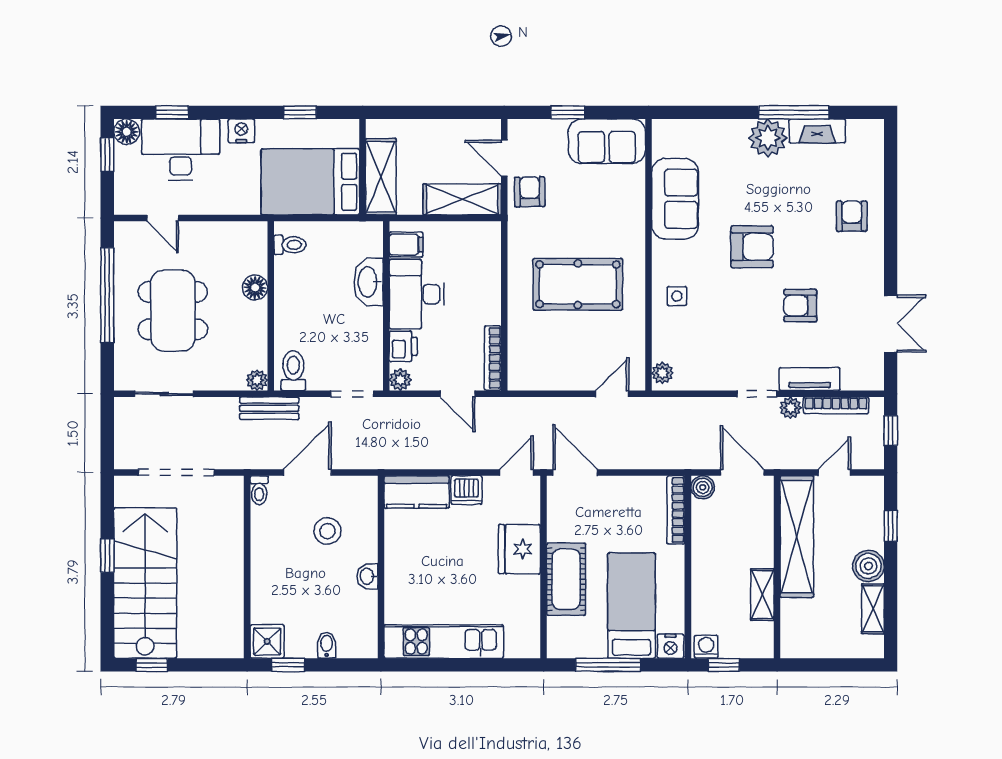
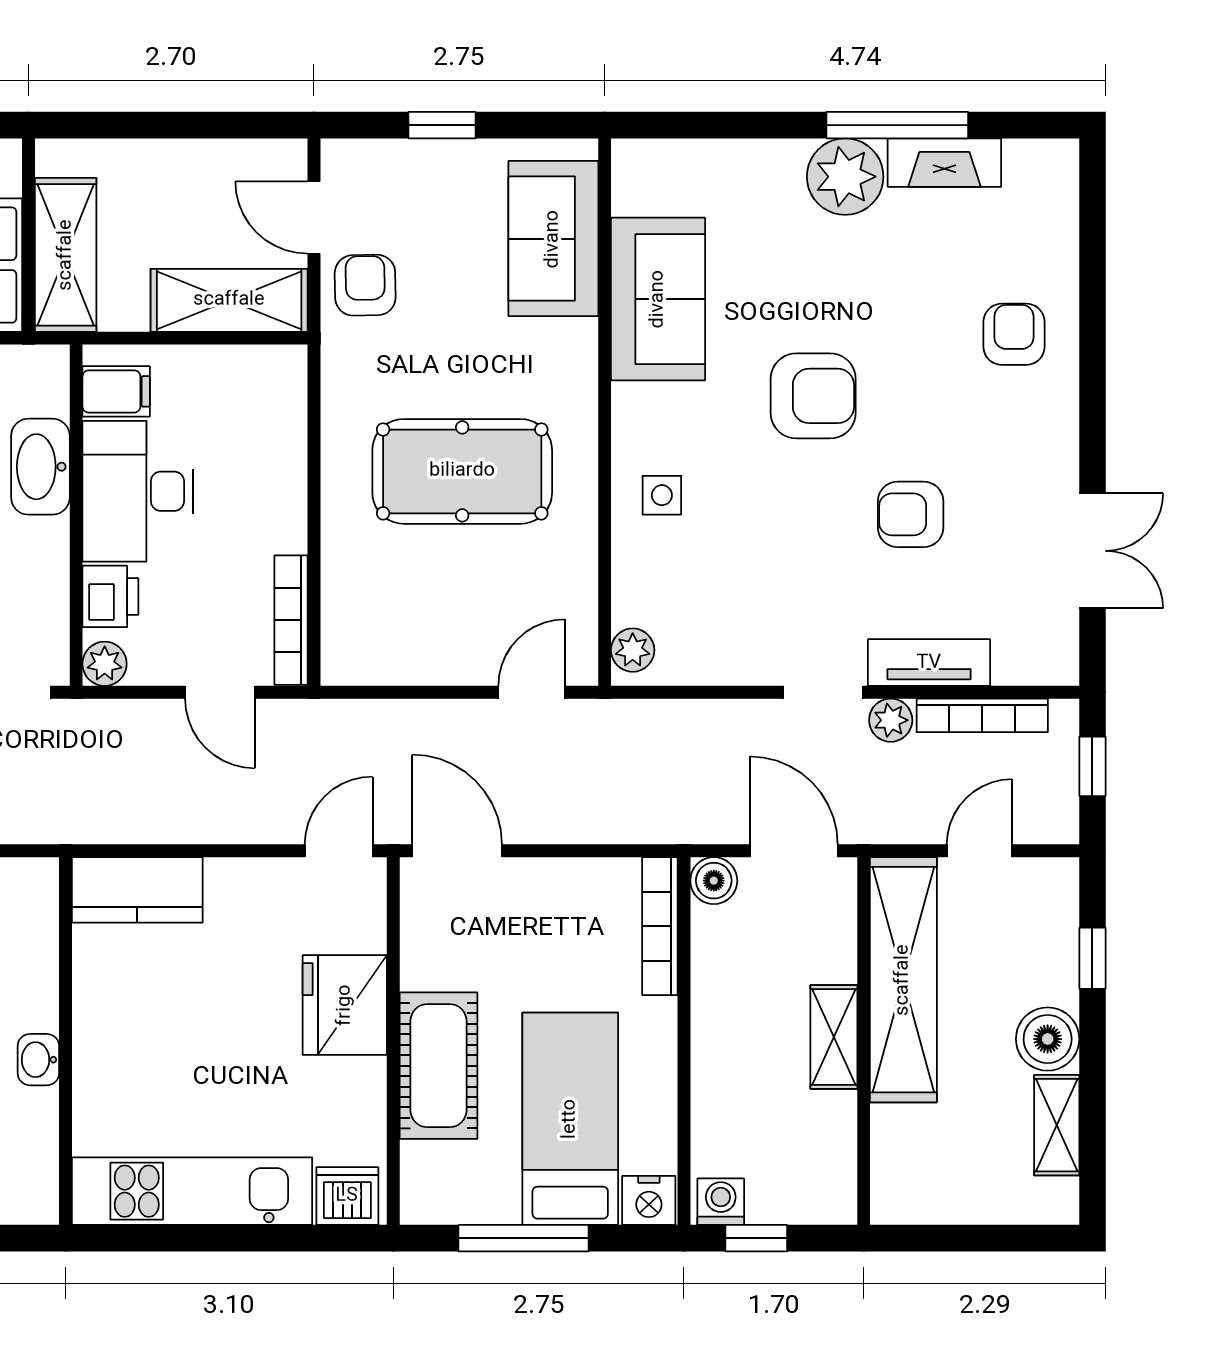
sofa: (607, 141) -> (553, 239), moved, turned 90
dishwasher: (466, 490) -> (347, 1196), moved, turned 180
shelving: (762, 595) -> (834, 1037), moved

